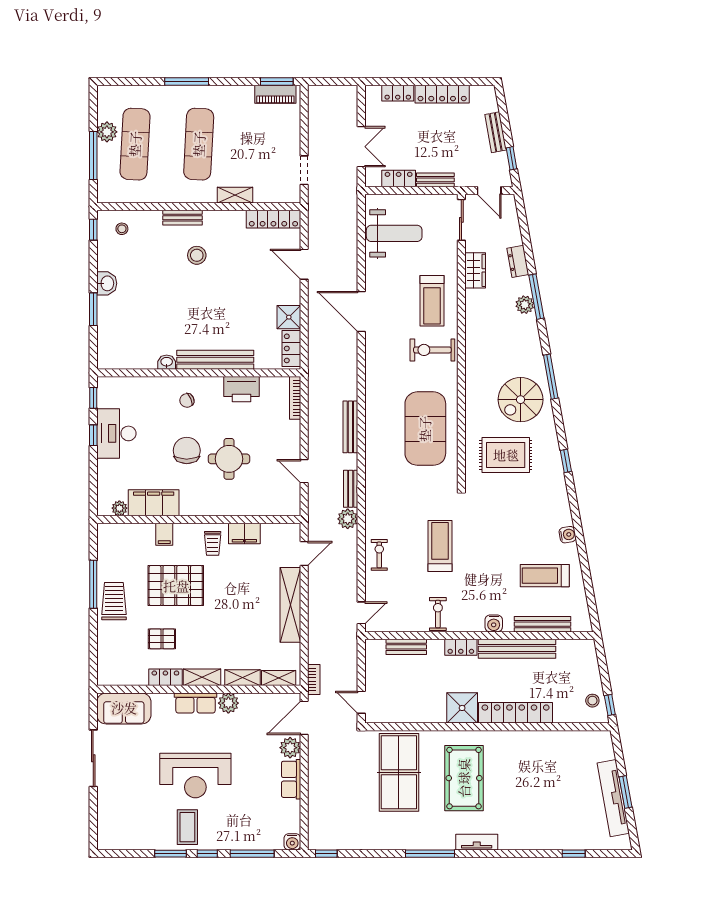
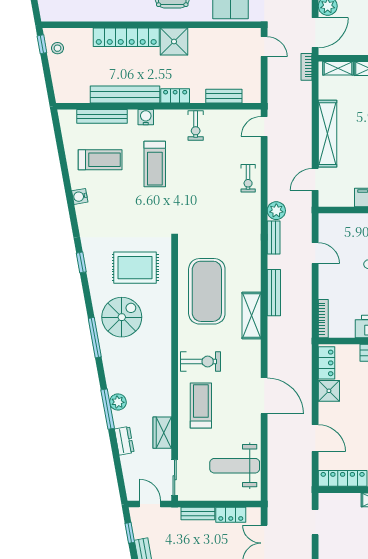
shelving: (375, 401) -> (252, 316), added
treadmill: (440, 546) -> (155, 164), moved

